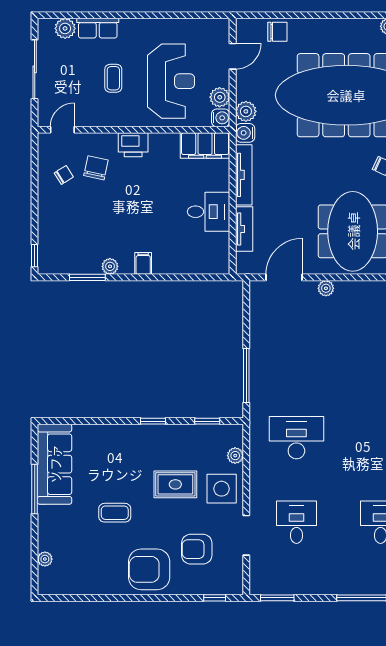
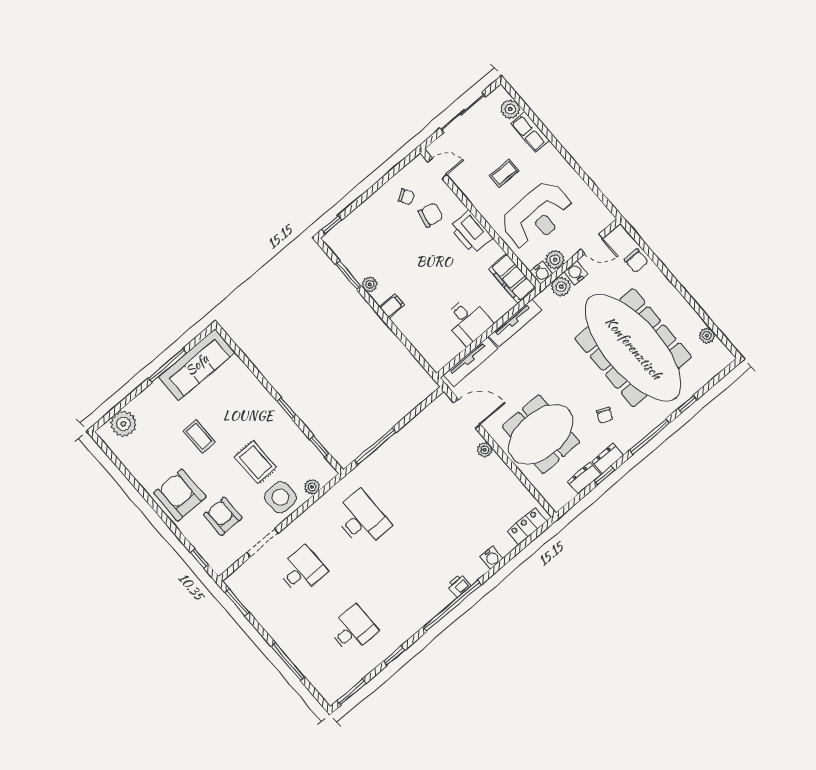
water cooler: (245, 133) -> (576, 273), moved
printer: (133, 145) -> (471, 233), width x1.37, depth x1.19
tv unit: (244, 229) -> (471, 362), width x1.41
plant: (45, 559) -> (124, 424), width x1.88, depth x1.88

